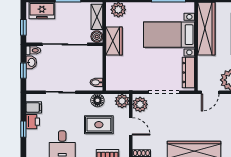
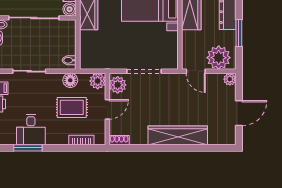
dresser: (188, 73) -> (171, 49), removed
door: (210, 92) -> (196, 71), hinge flipped
door: (131, 126) -> (107, 109), hinge flipped

